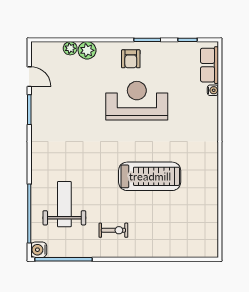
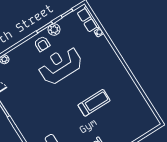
plant: (87, 50) -> (54, 30), moved
treadmill: (150, 176) -> (94, 103), width x0.73, depth x0.73

